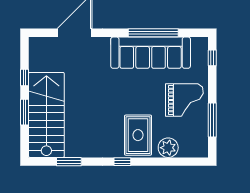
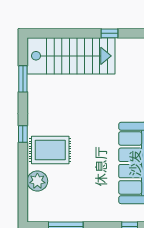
grand piano: (184, 100) -> (86, 198), removed
window: (25, 112) -> (74, 33), removed

